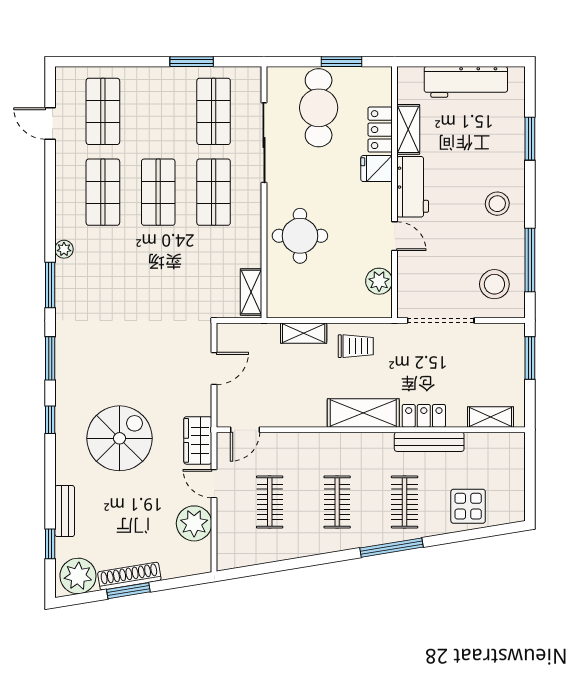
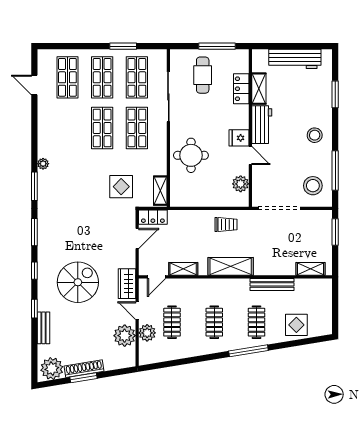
window: (342, 62) -> (217, 46), width x1.44
cafe table: (319, 108) -> (203, 75), width x0.73, depth x0.74
fridge: (377, 169) -> (239, 138), moved
shop shelf: (103, 192) -> (102, 77), moved
display table: (189, 286) -> (121, 187), added
shelving: (304, 333) -> (183, 269), moved
locker: (424, 416) -> (153, 217), moved, turned 180
plant: (230, 519) -> (147, 333), added
window: (50, 544) -> (34, 309), moved

